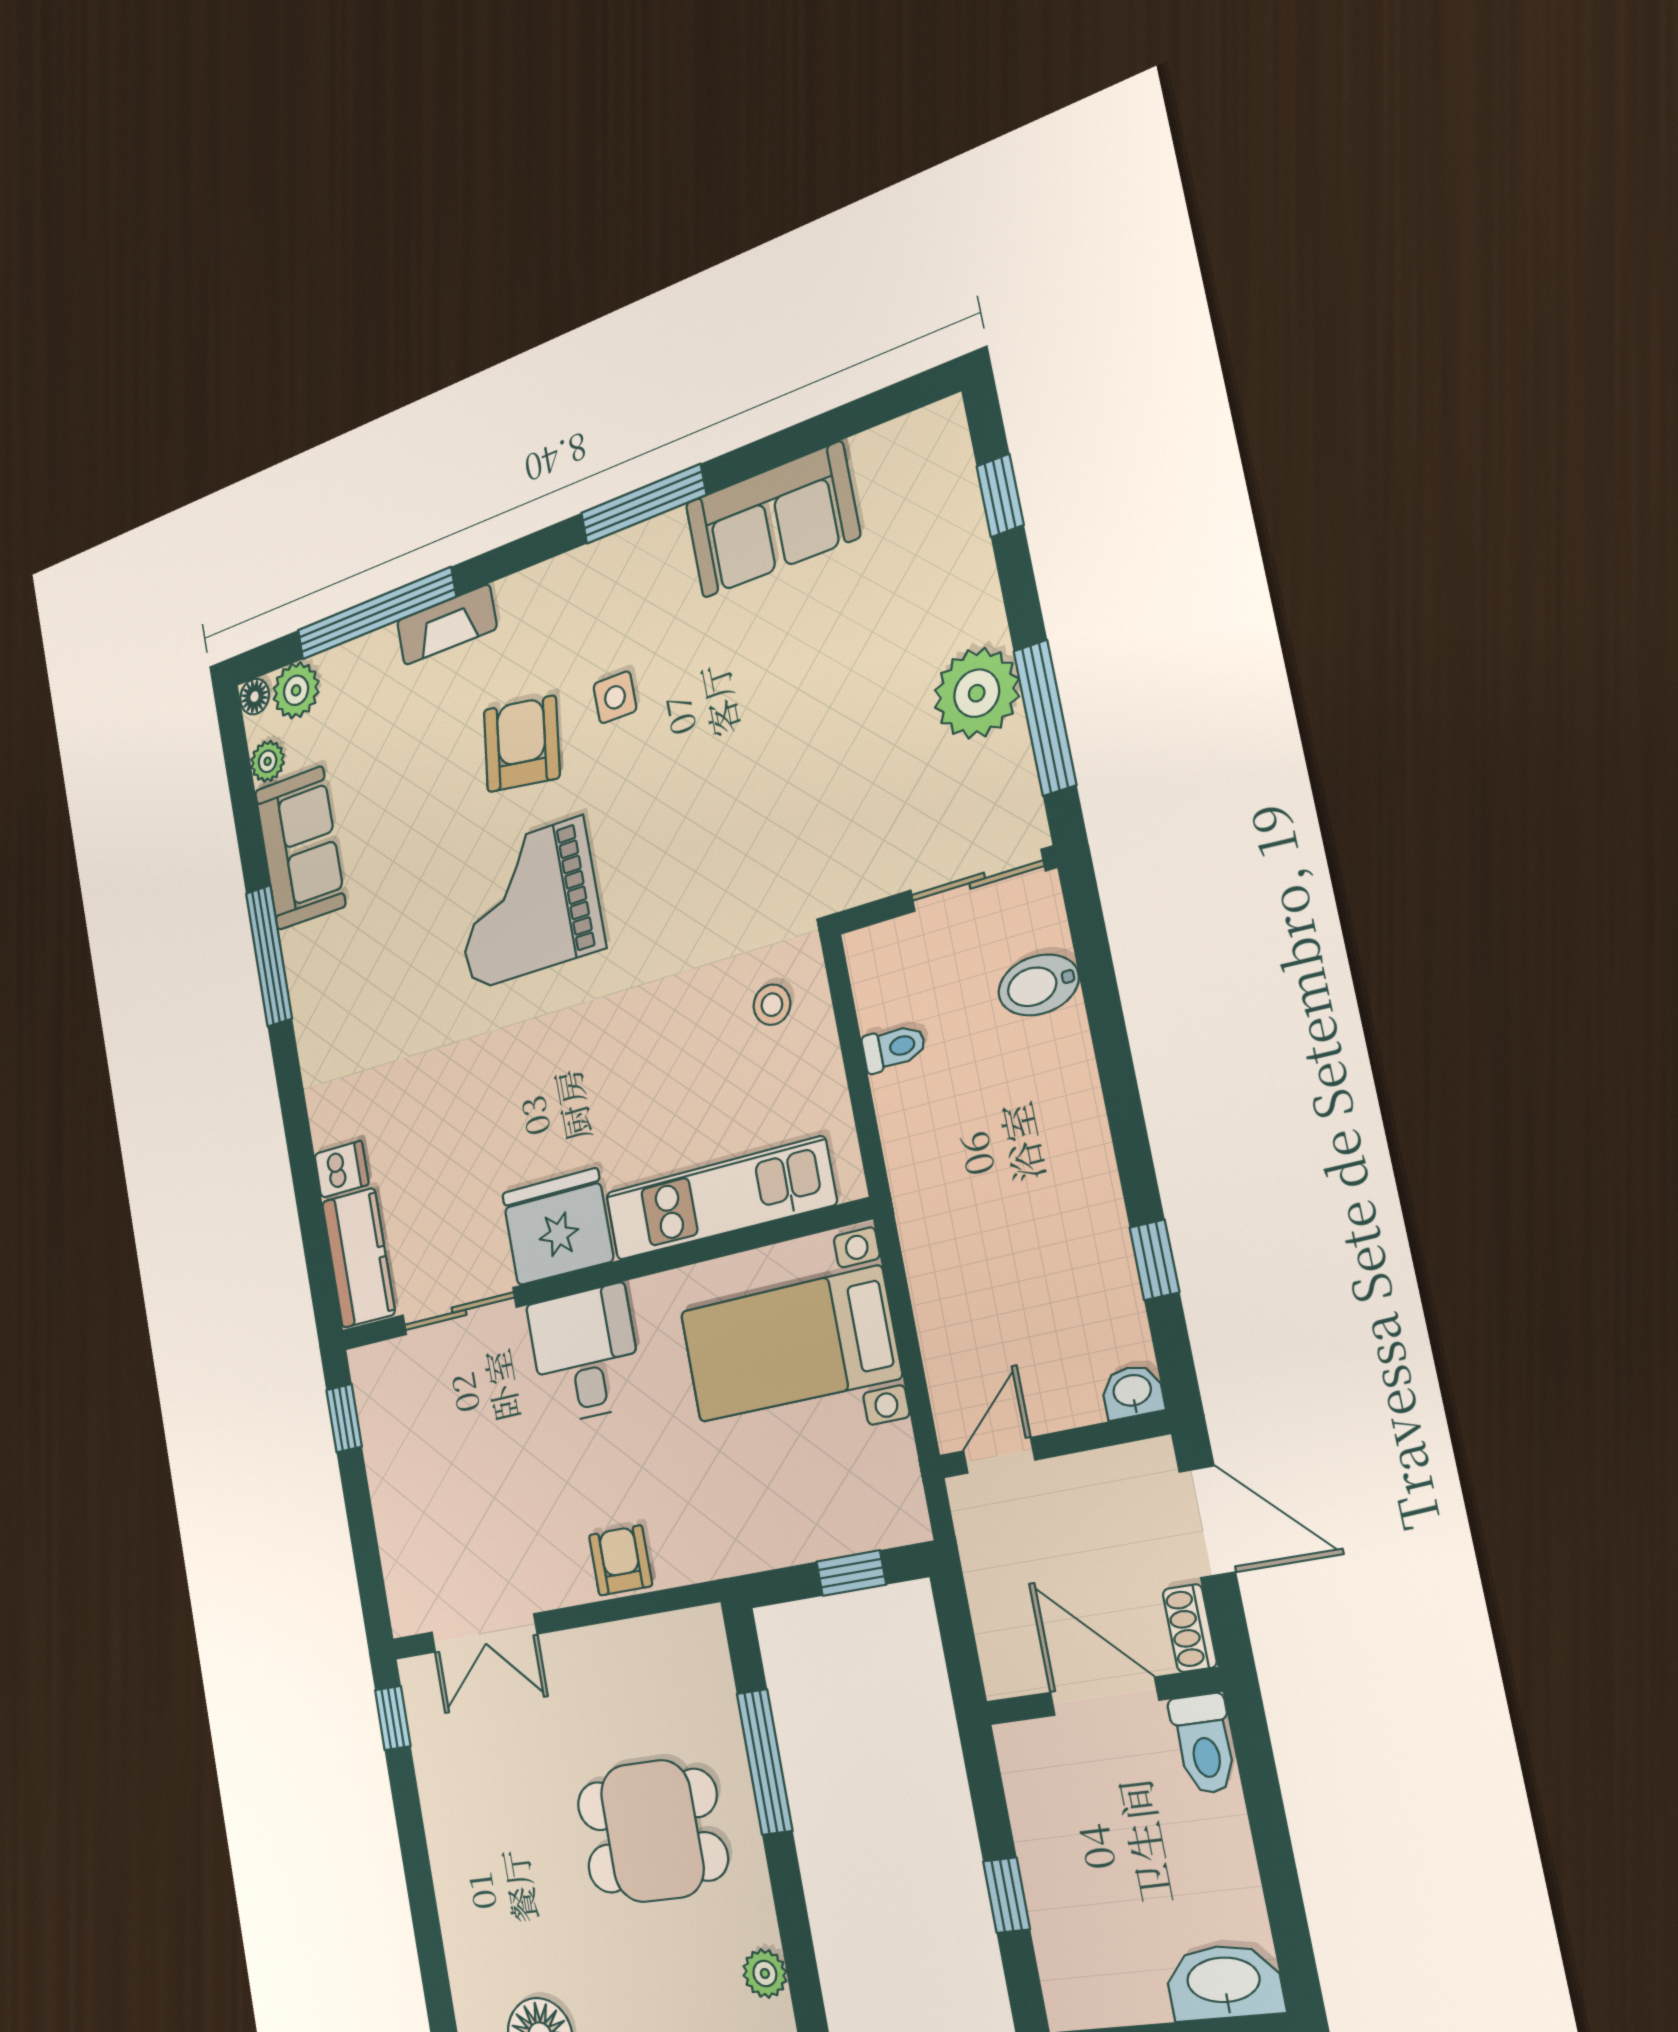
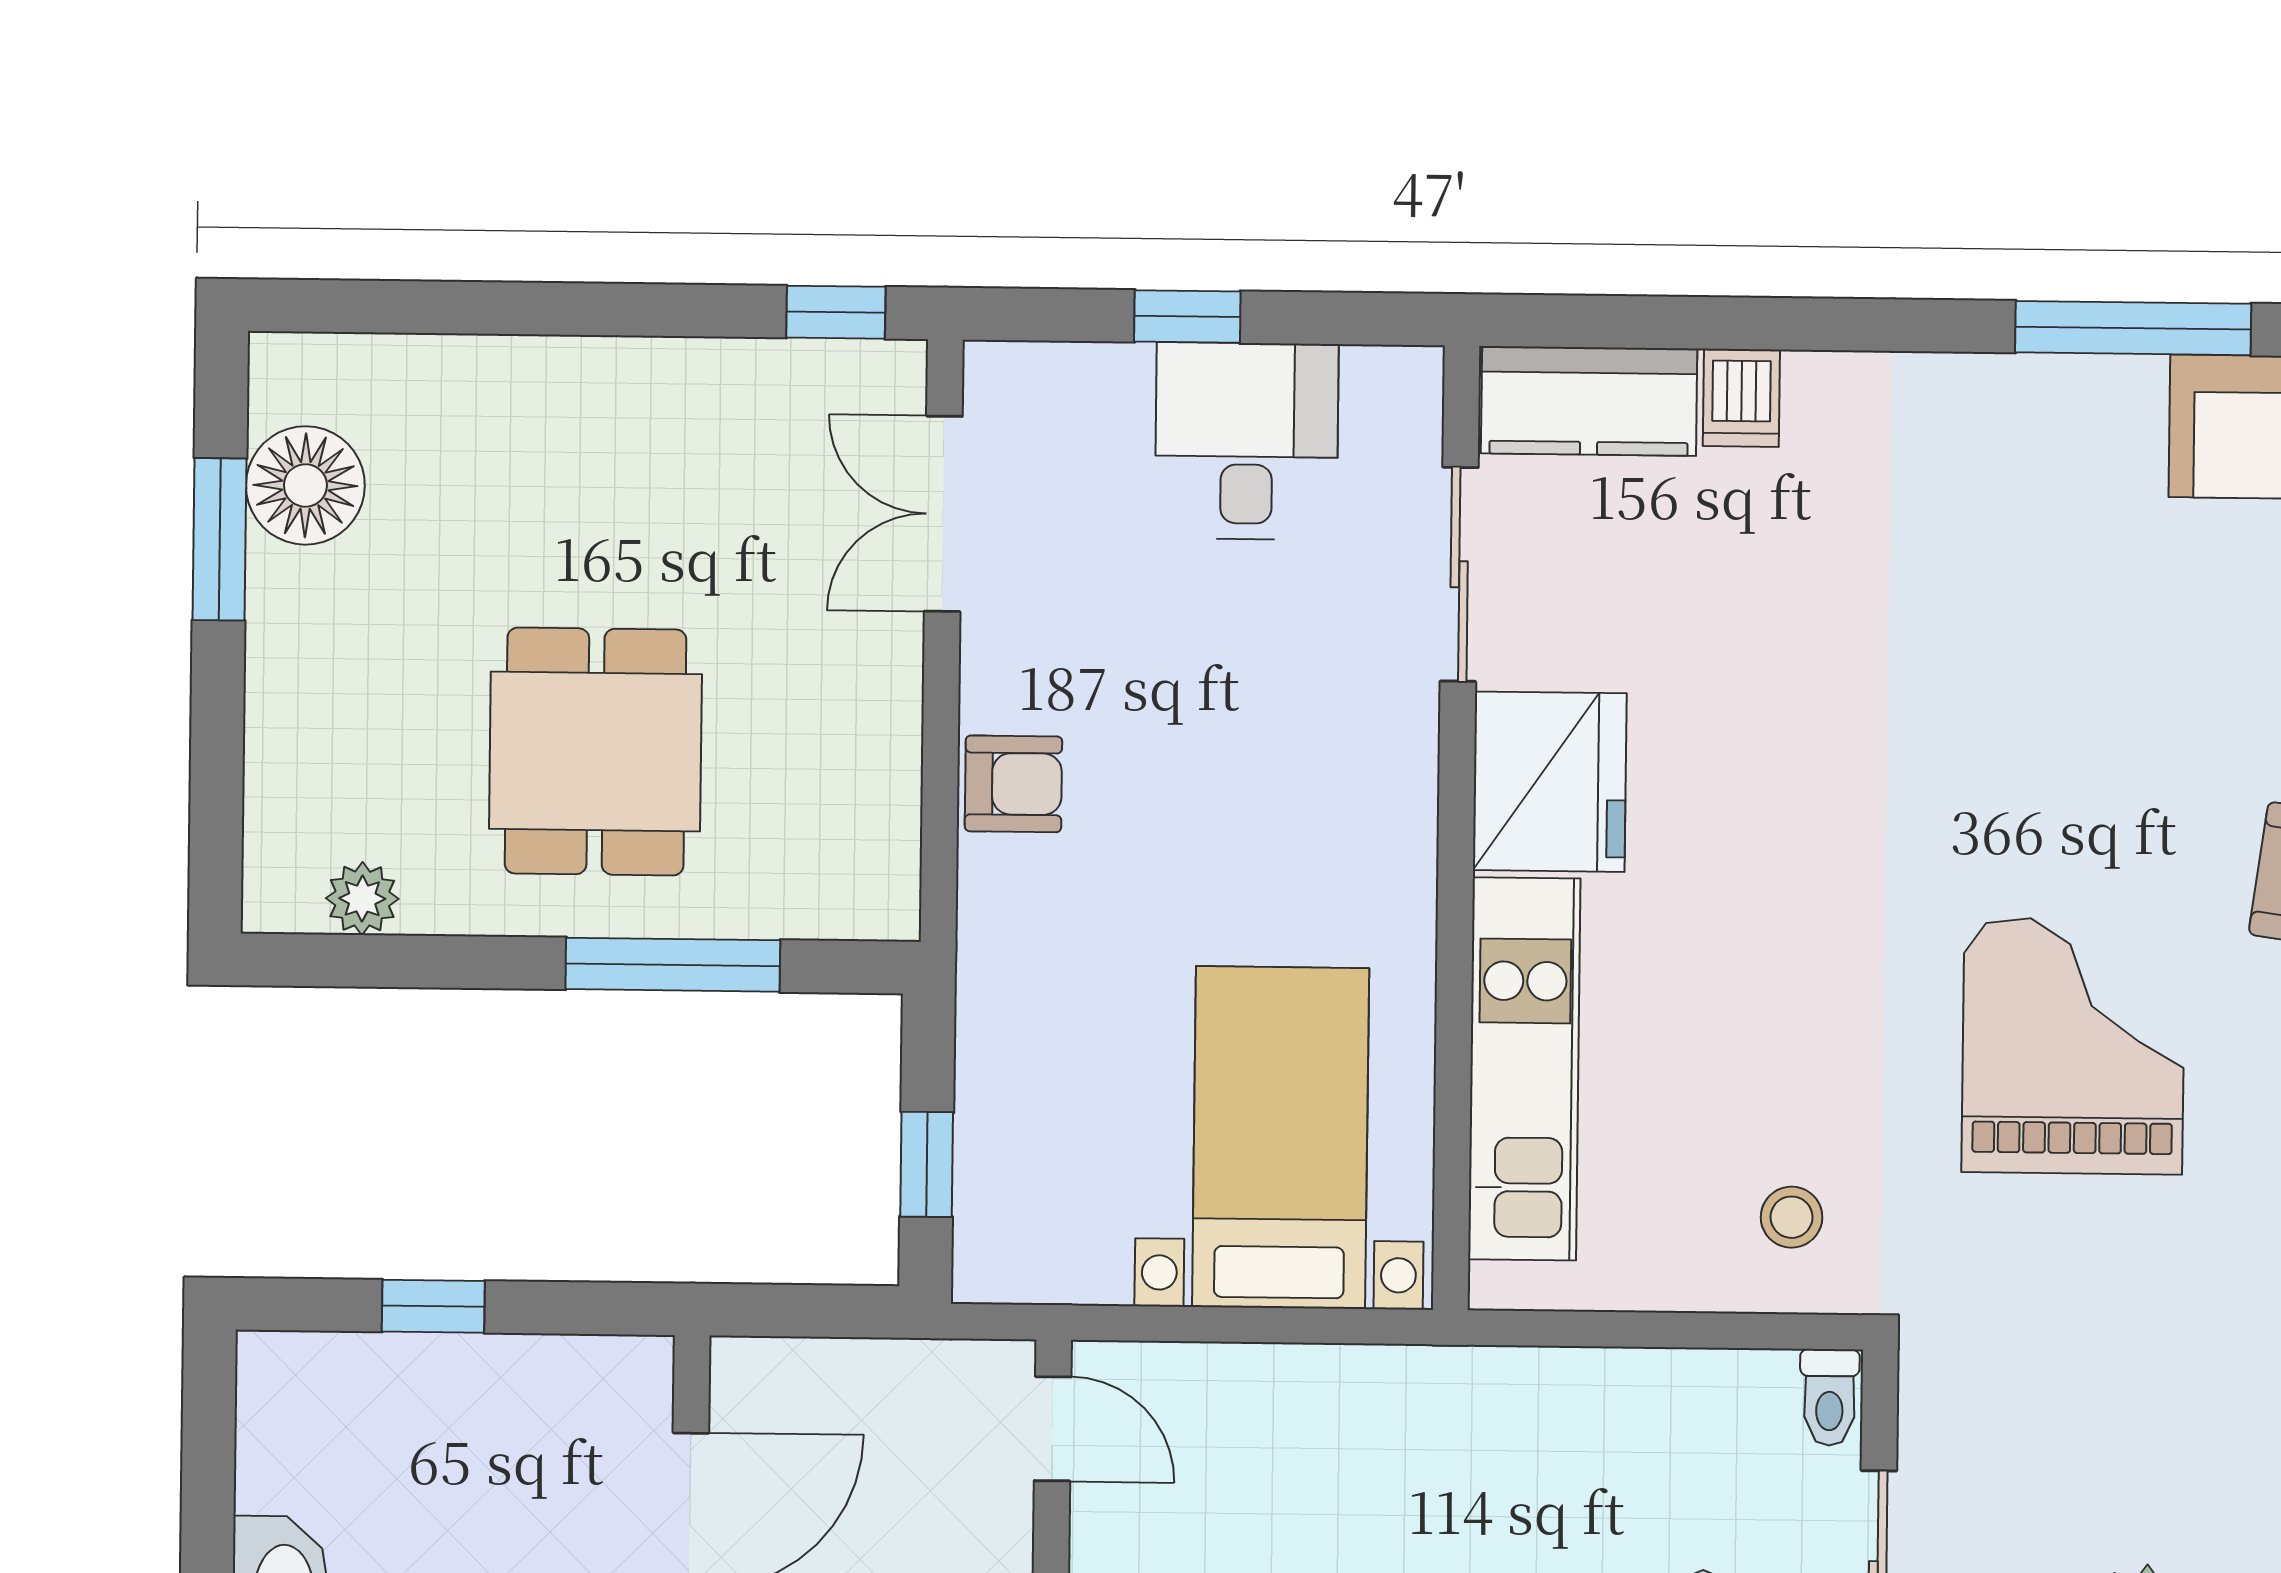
grand piano: (527, 904) -> (2073, 1046), moved
toilet: (894, 1048) -> (1829, 1397), moved
desk: (585, 1354) -> (1247, 441), moved, turned -90
window: (344, 1418) -> (1187, 316), moved

